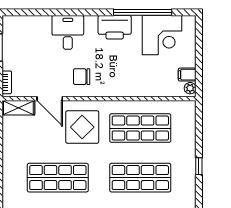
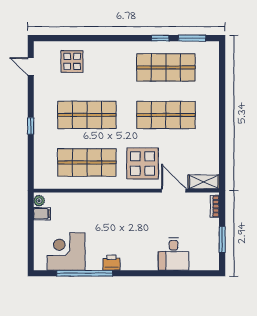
printer: (115, 27) -> (111, 263), width x0.53, depth x0.68
desk: (68, 32) -> (174, 254), moved
chair: (82, 77) -> (143, 212), removed

